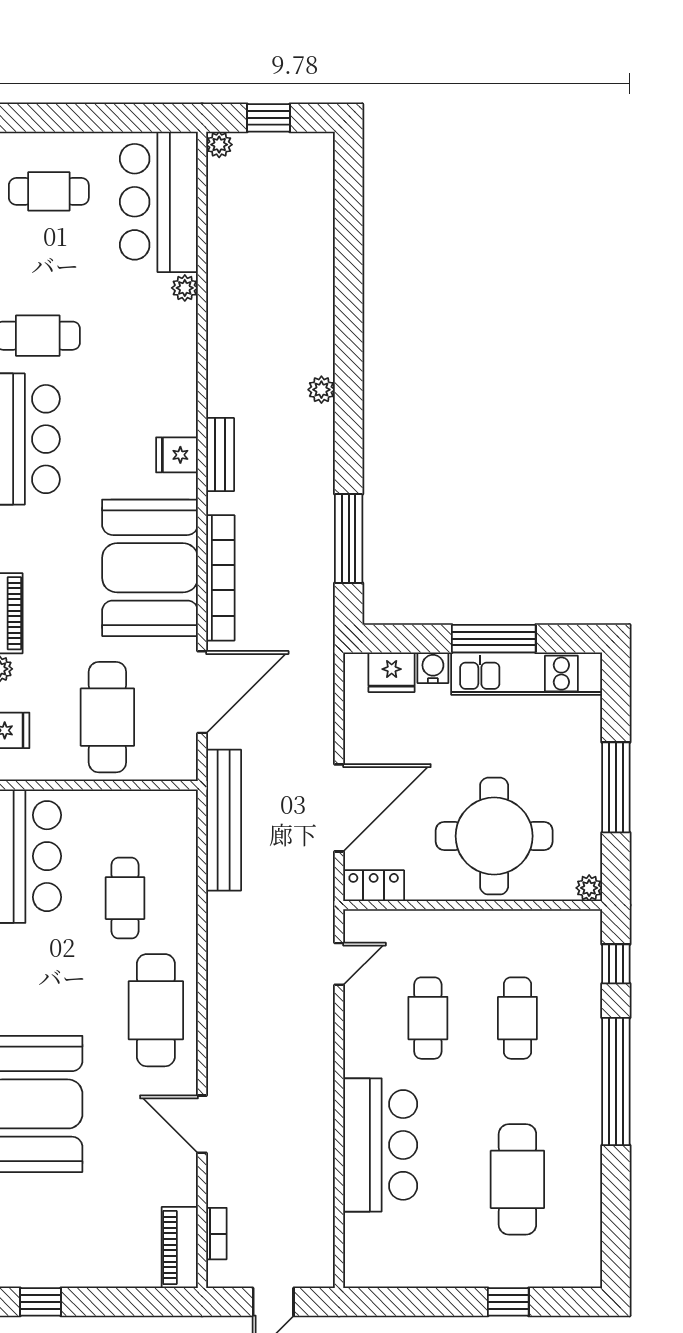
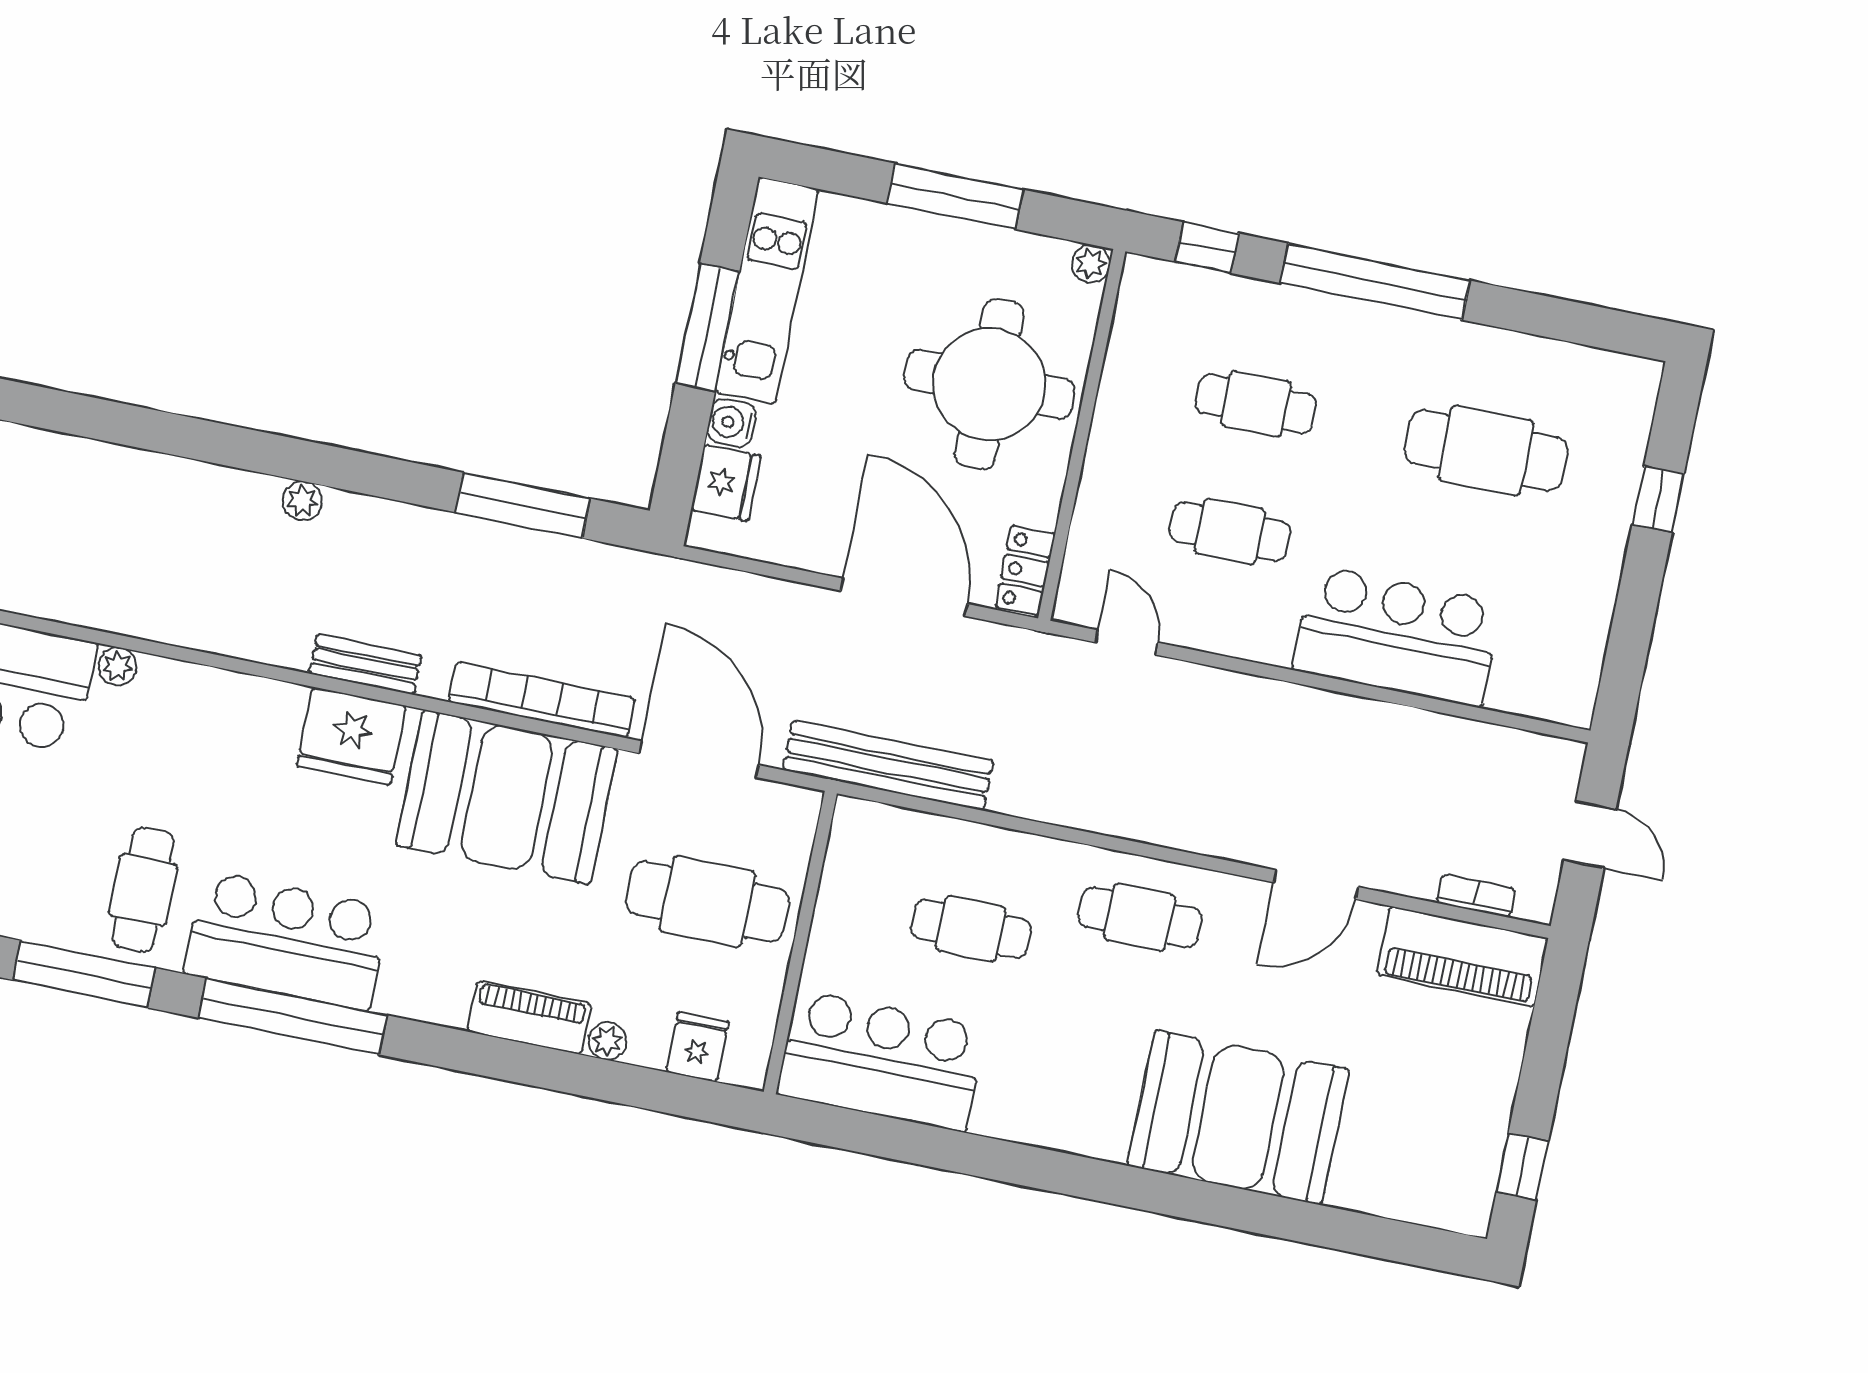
fridge: (177, 455) -> (351, 736), width x1.88, depth x1.34
cafe table: (156, 1010) -> (1140, 917), width x0.73, depth x0.74
piano: (180, 1248) -> (1462, 956), width x1.37, depth x1.33

